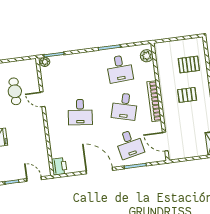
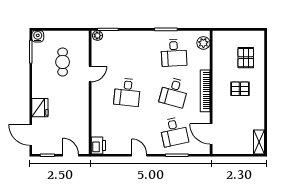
pallet: (189, 64) -> (246, 58), turned 90
door: (43, 99) -> (90, 74), swing flipped
door: (99, 171) -> (139, 155), width x0.53

